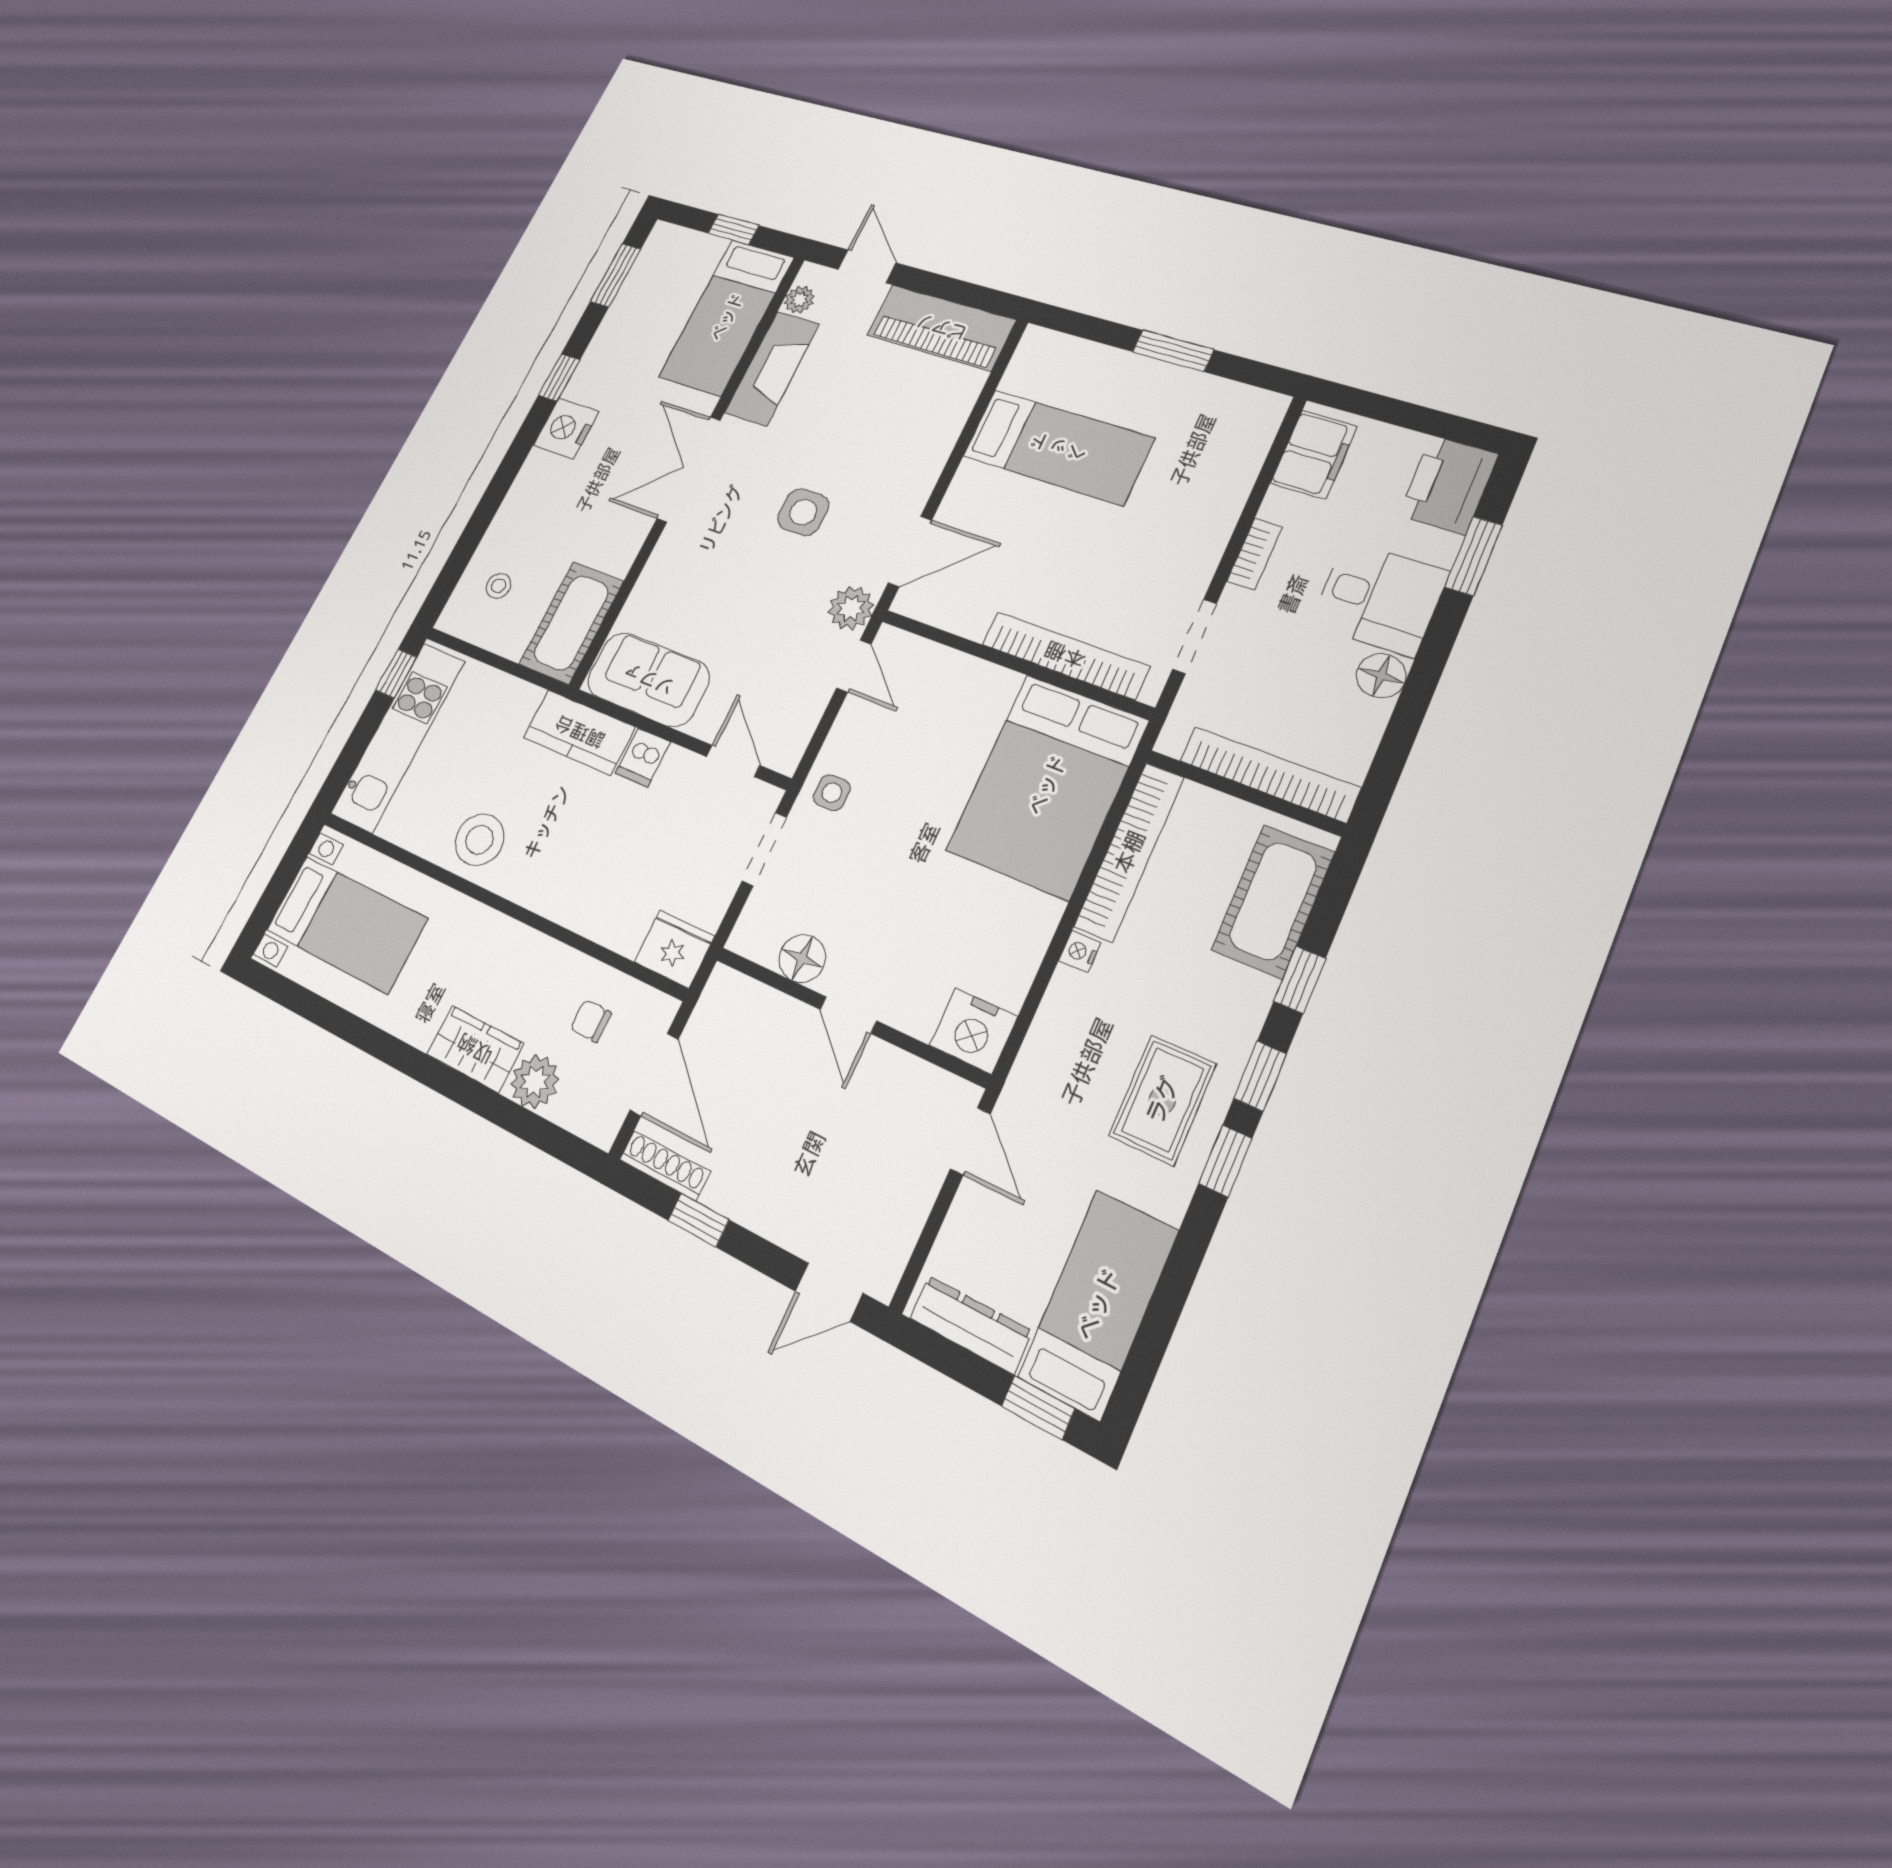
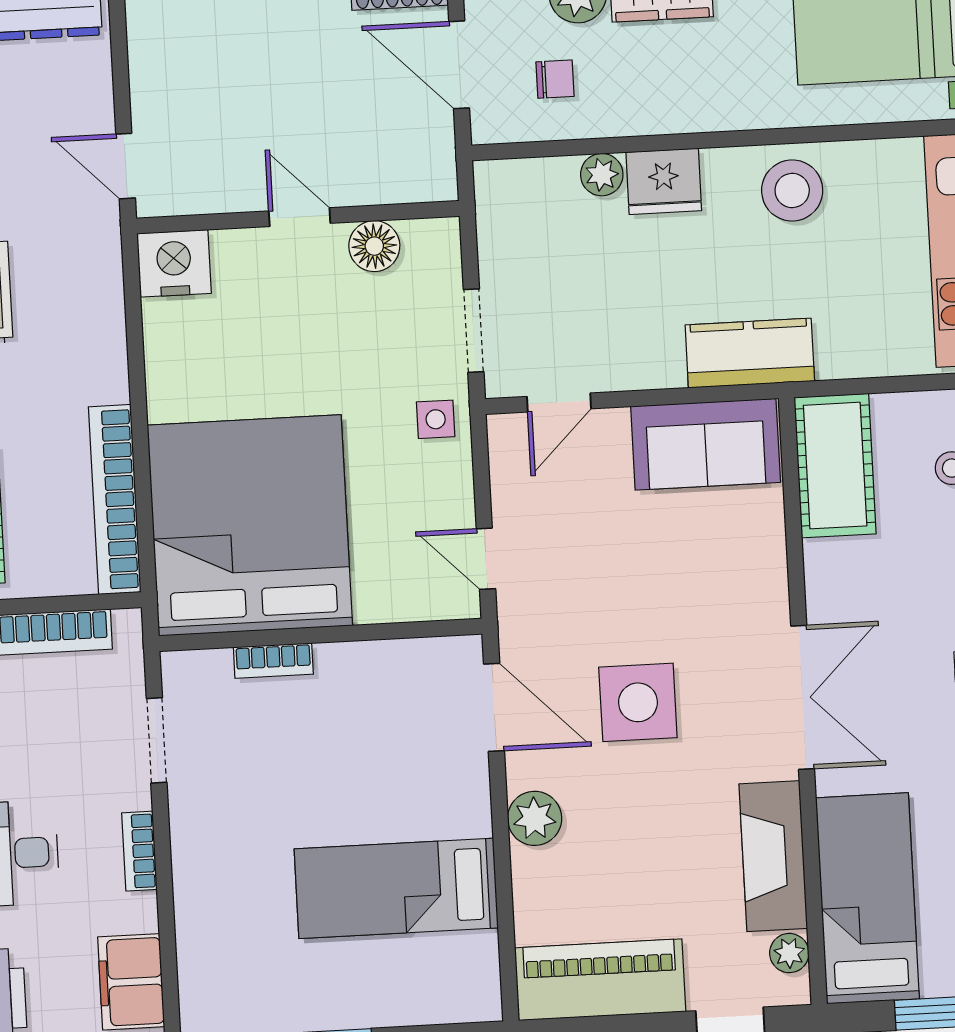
side table: (803, 512) -> (638, 702), width x1.37, depth x1.37
door: (910, 551) -> (494, 707), swing flipped
plant: (851, 608) -> (535, 818), moved
bookcase: (1065, 655) -> (273, 661), width x0.43, depth x0.76
dishwasher: (643, 758) -> (660, 360), removed
door: (733, 761) -> (559, 403), hinge flipped
bed: (1047, 785) -> (250, 525), width x1.36
plant: (601, 924) -> (602, 175), added
fridge: (674, 949) -> (664, 181), moved
nightstand: (1080, 952) -> (114, 384), removed

